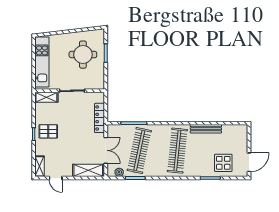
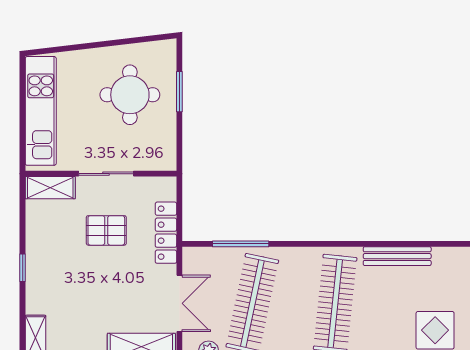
pallet: (48, 131) -> (106, 230), moved

